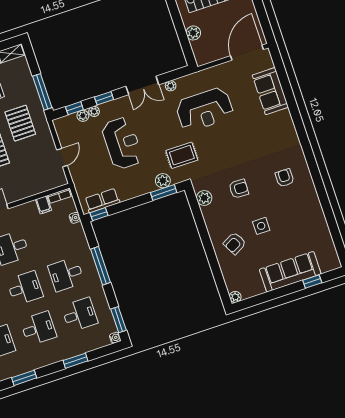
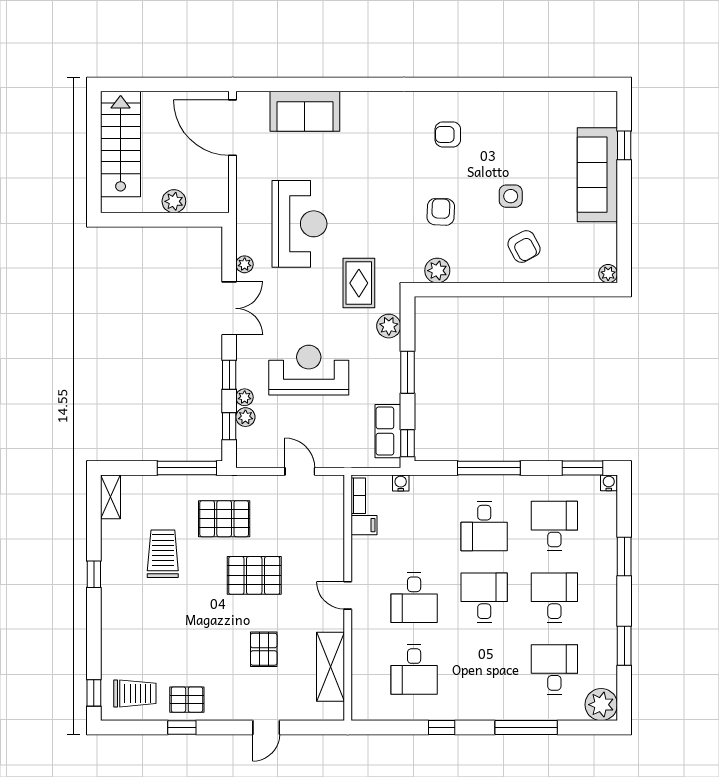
window: (164, 192) -> (408, 372), moved

